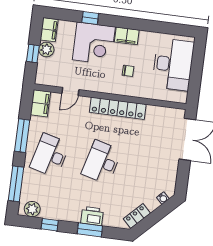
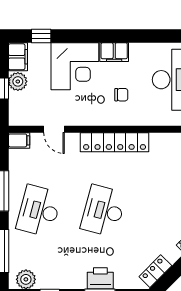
window: (90, 18) -> (41, 36), moved
door: (70, 91) -> (54, 129), hinge flipped
filing cabinet: (40, 103) -> (19, 140), width x0.50

